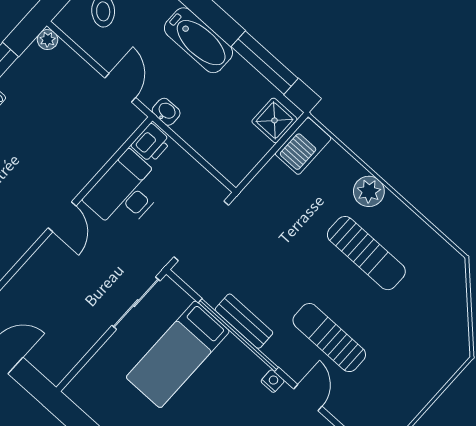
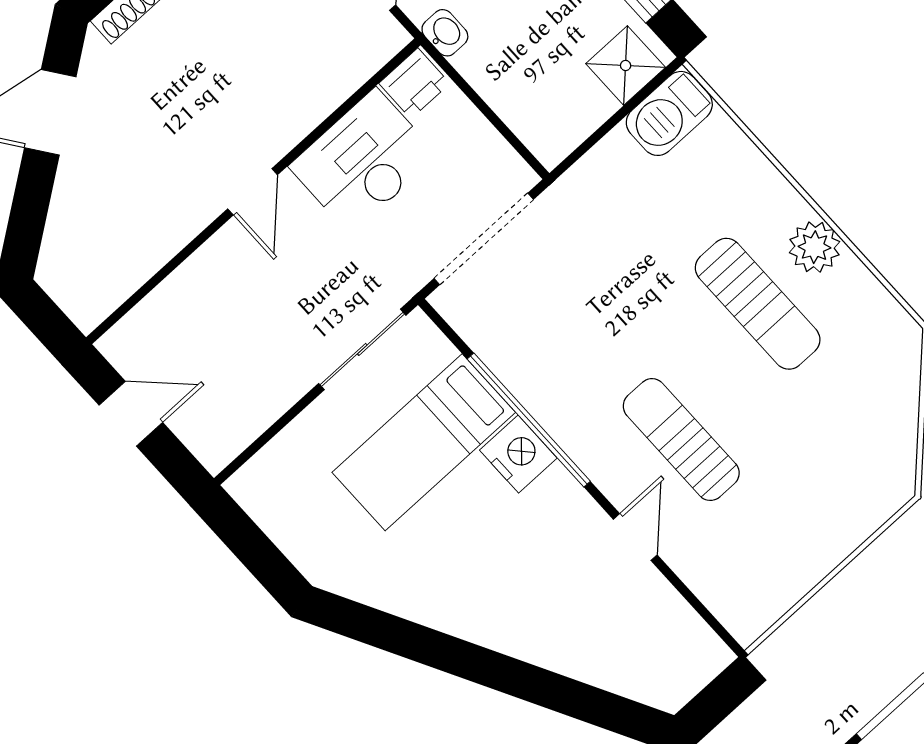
plant: (369, 191) -> (815, 247), moved
bench: (244, 321) -> (541, 398), removed
nightstand: (273, 381) -> (518, 454), moved, width x1.89, depth x1.79

